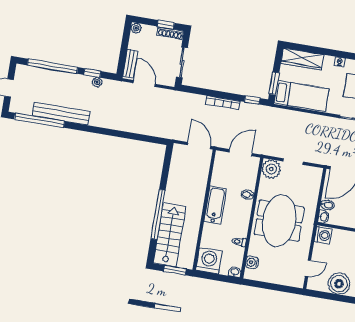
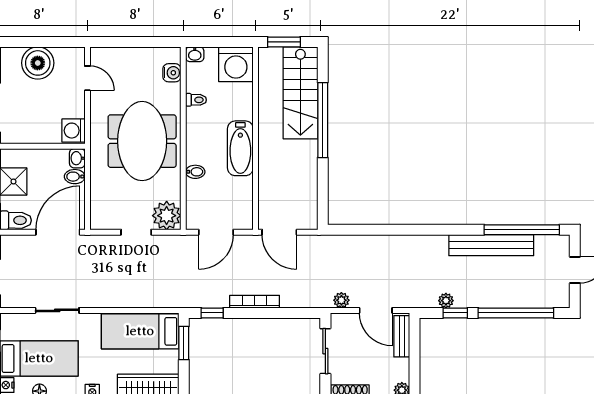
plant: (166, 94) -> (341, 300), added
door: (308, 268) -> (87, 78), swing flipped

